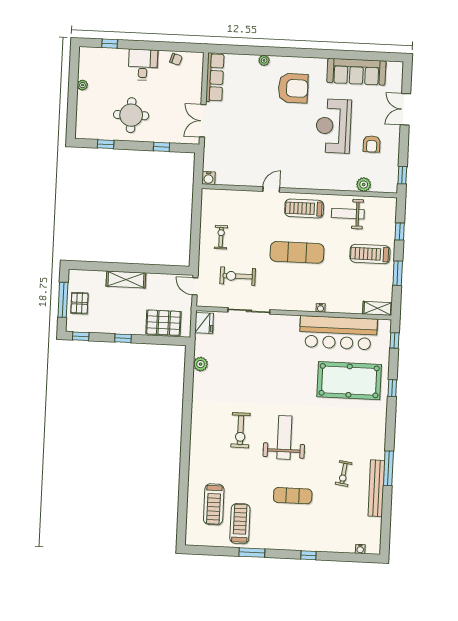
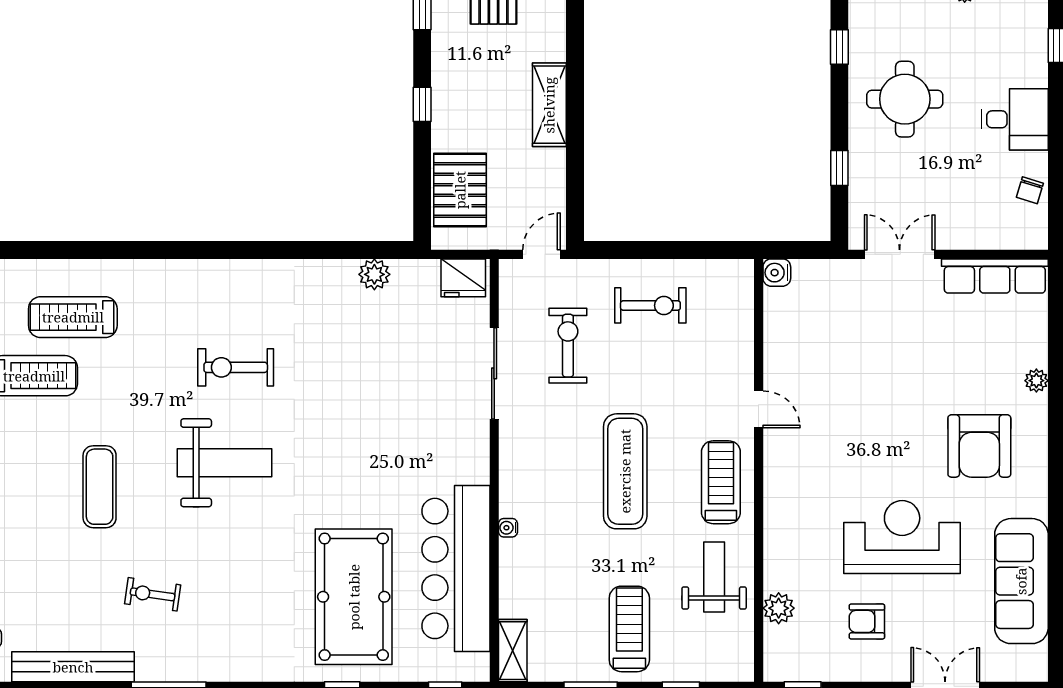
exercise bike: (221, 237) -> (650, 305), width x1.38, depth x1.39
bench: (376, 488) -> (73, 667), moved

